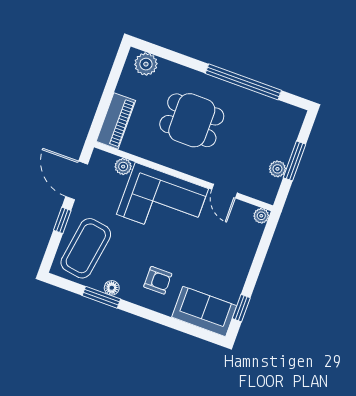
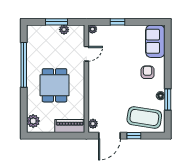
plant: (123, 167) -> (93, 124), moved
corner sofa: (162, 201) -> (104, 85), removed
window: (241, 308) -> (118, 22), moved

